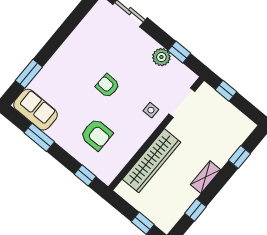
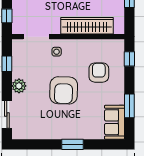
plant: (161, 57) -> (19, 86), moved
window: (29, 74) -> (73, 144), moved
armchair: (108, 86) -> (64, 90), width x1.88, depth x1.88

